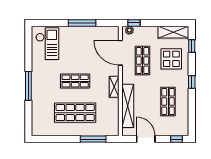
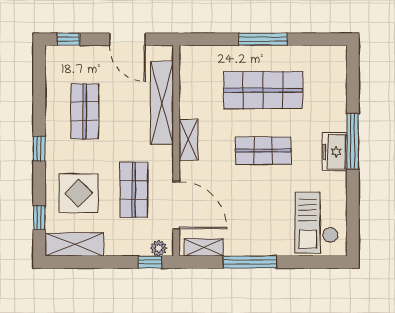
shelving: (106, 31) -> (204, 247), added
freezer: (38, 80) -> (335, 152), added
window: (93, 139) -> (263, 39), moved

